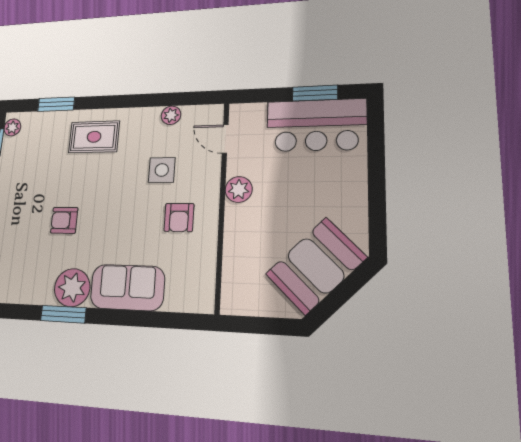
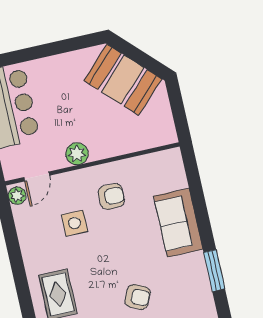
plant: (171, 115) -> (17, 196), moved
armchair: (64, 220) -> (138, 297), turned -65
plant: (72, 288) -> (191, 270), removed

